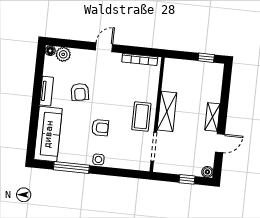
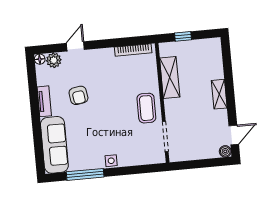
door: (104, 47) -> (75, 46), moved
window: (206, 58) -> (183, 36), moved
shelving: (167, 111) -> (170, 78), moved
armchair: (100, 128) -> (106, 128), removed
door: (220, 143) -> (234, 135), moved
window: (187, 179) -> (206, 163), removed

